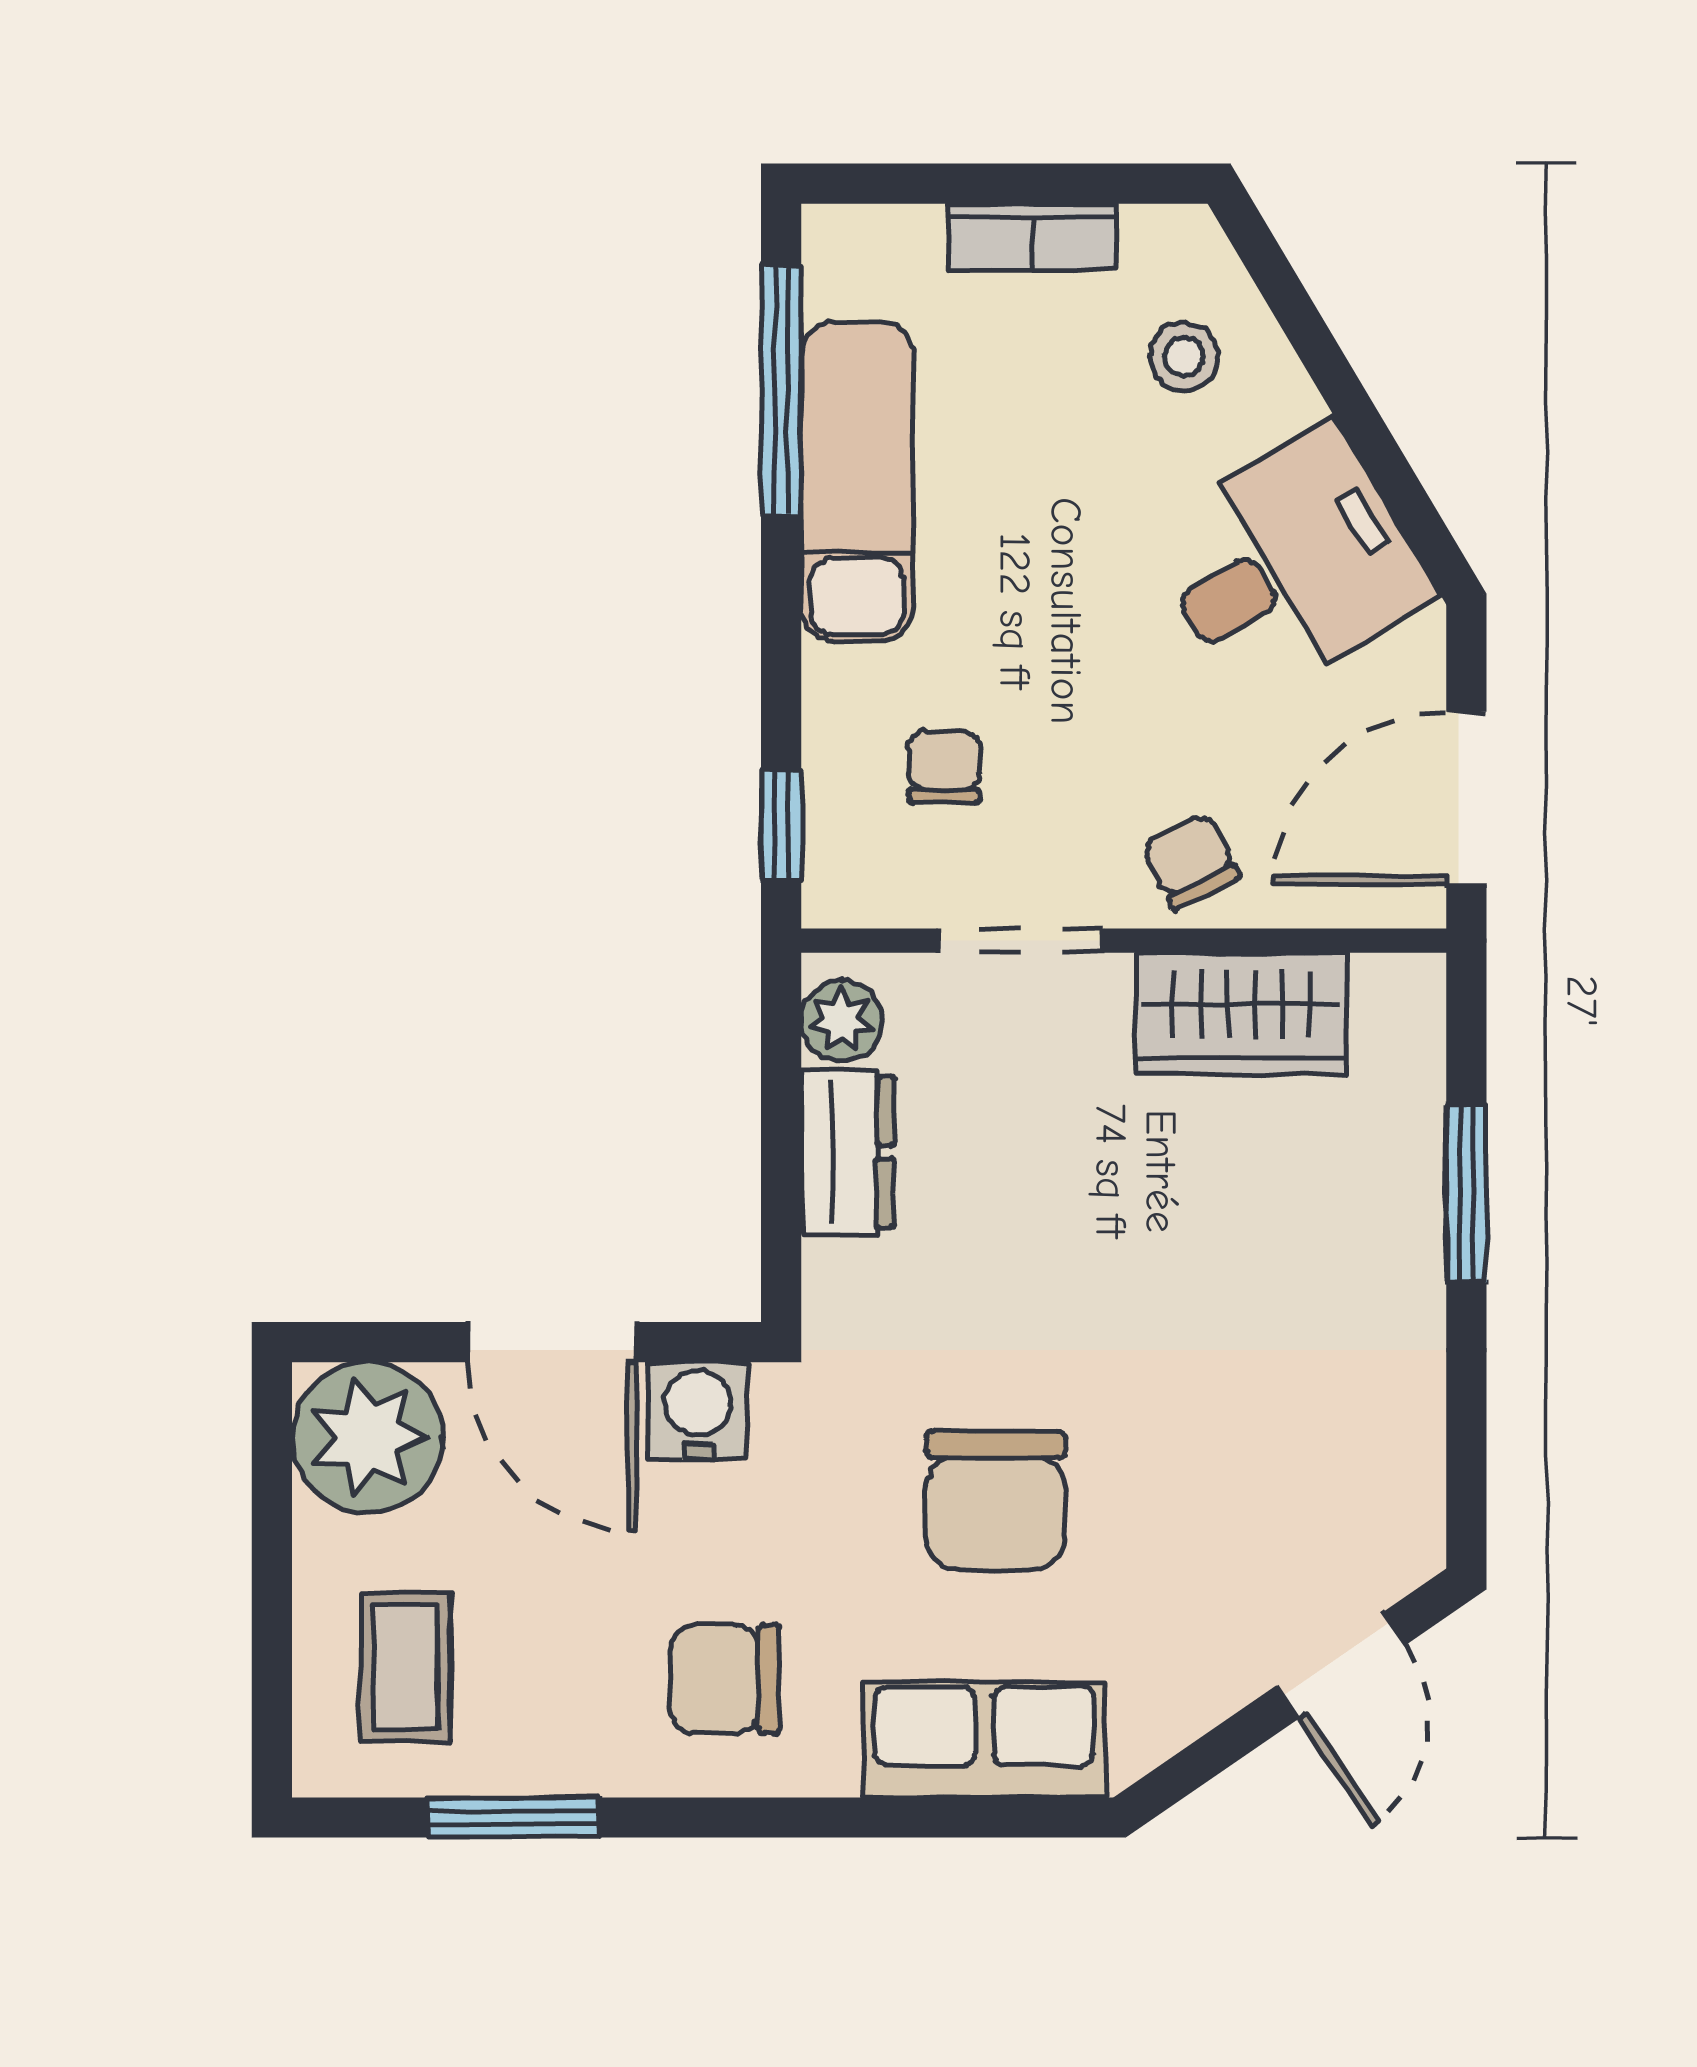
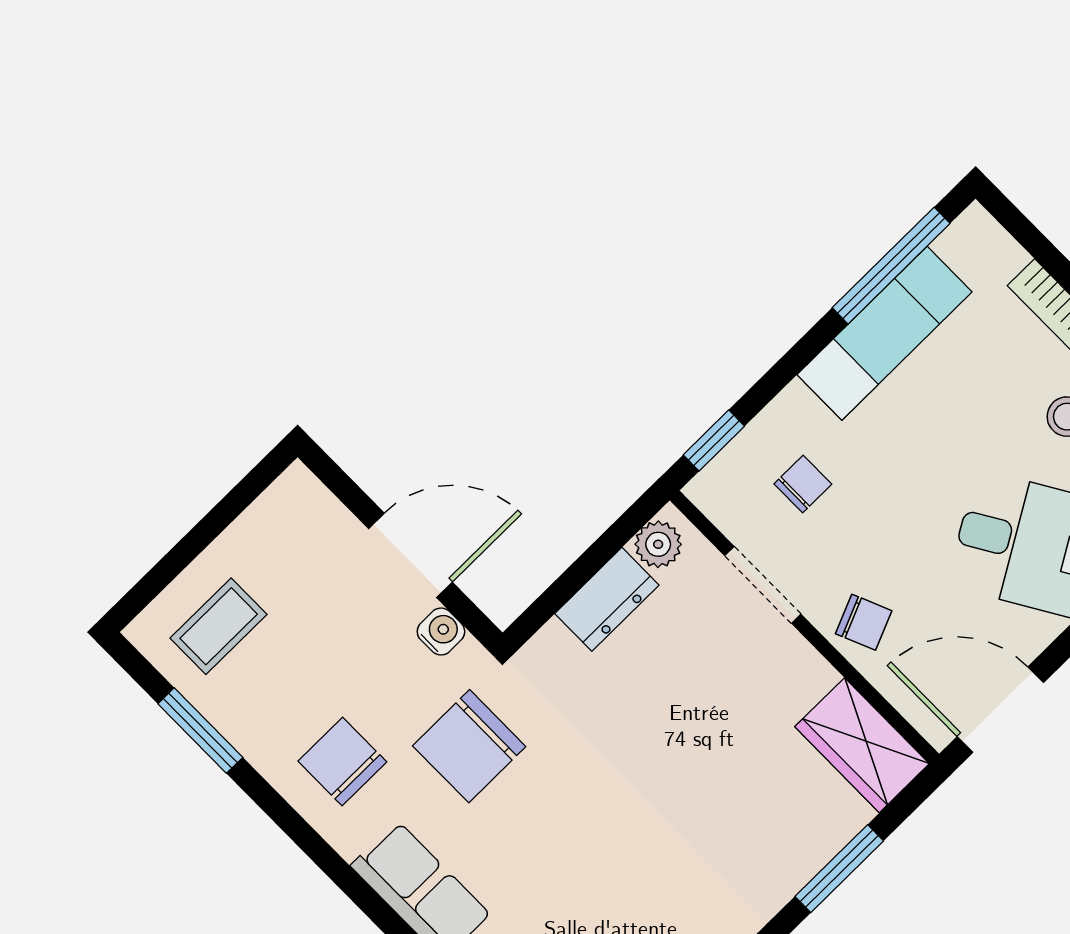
chair: (1190, 861) -> (864, 622), turned 94
wardrobe: (1241, 1014) -> (862, 745), moved
door: (552, 1342) -> (410, 555), swing flipped
water cooler: (698, 1411) -> (441, 632), width x0.72, depth x0.72
plant: (367, 1438) -> (297, 518), removed
chair: (995, 1500) -> (469, 746), moved

